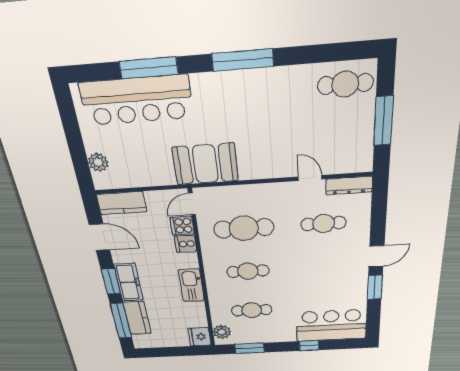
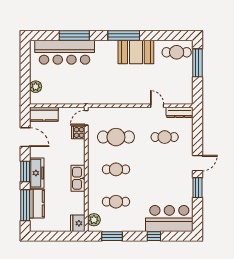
window: (383, 121) -> (197, 63), moved
booth: (205, 164) -> (136, 52), moved
cooker: (186, 244) -> (79, 146), removed

